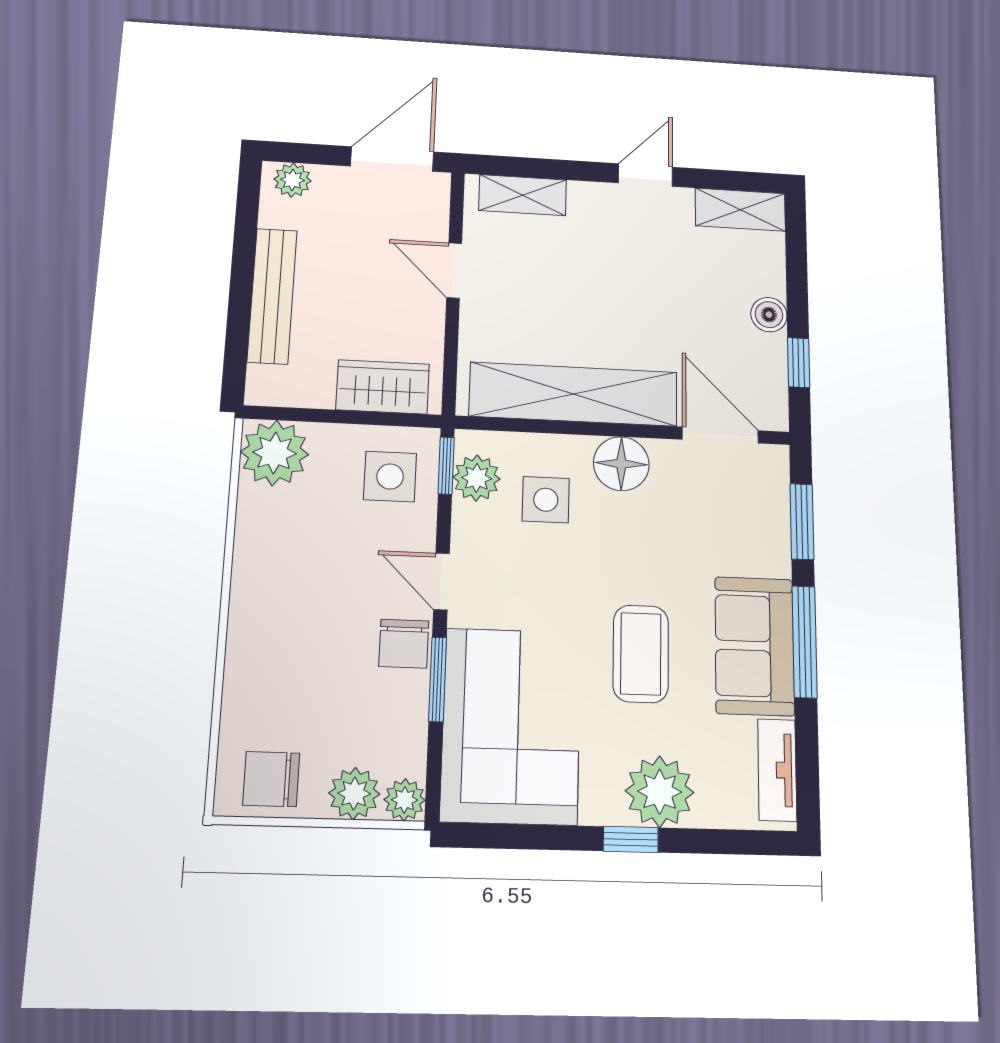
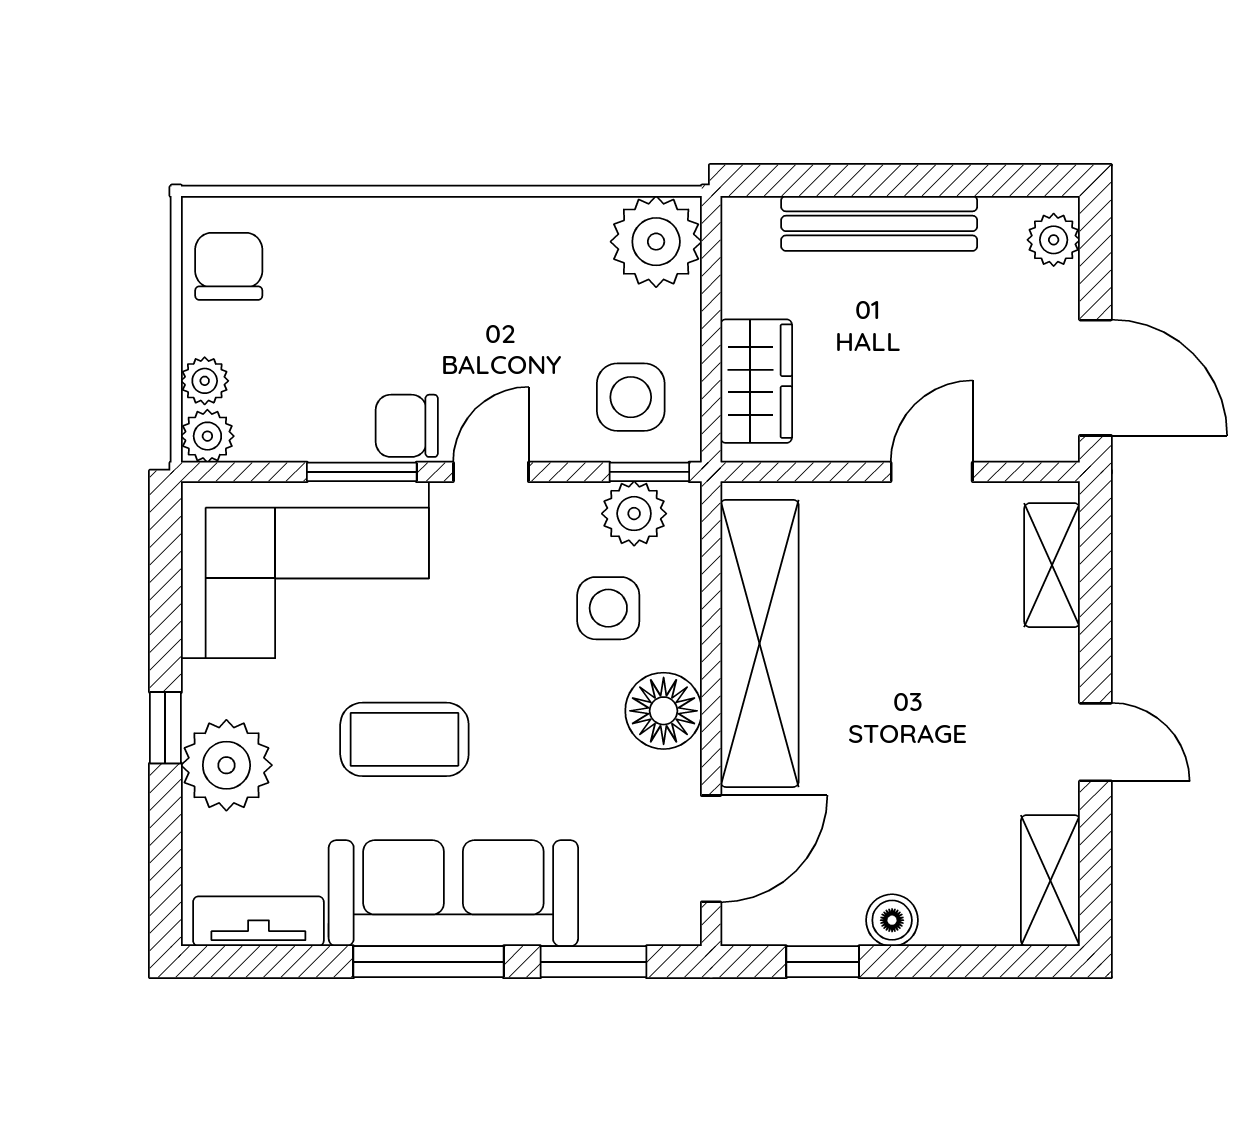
sofa: (755, 646) -> (453, 893), width x1.36
plant: (354, 794) -> (205, 381), width x0.73, depth x0.73

